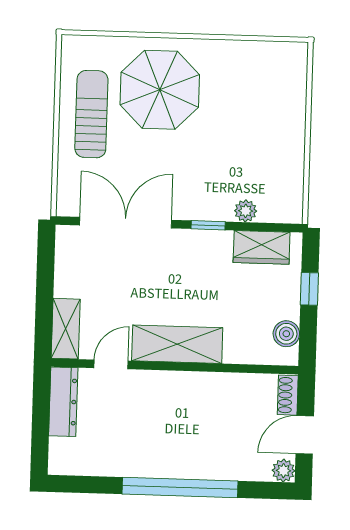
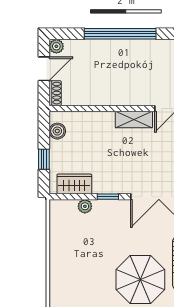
shelving: (177, 344) -> (134, 120), width x0.67, depth x0.75

